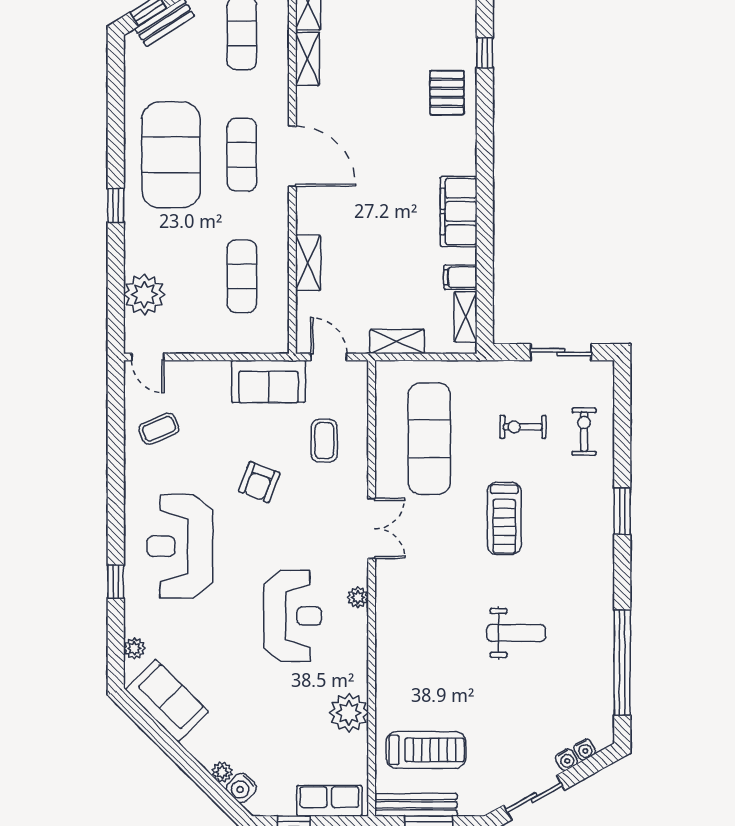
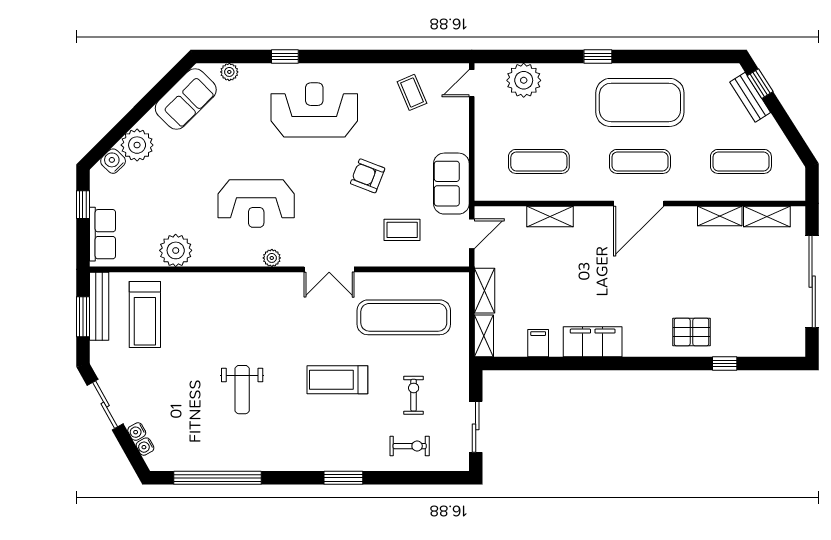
shelving: (465, 317) -> (484, 336), moved, turned 90
plant: (222, 772) -> (137, 145), width x1.88, depth x1.88

